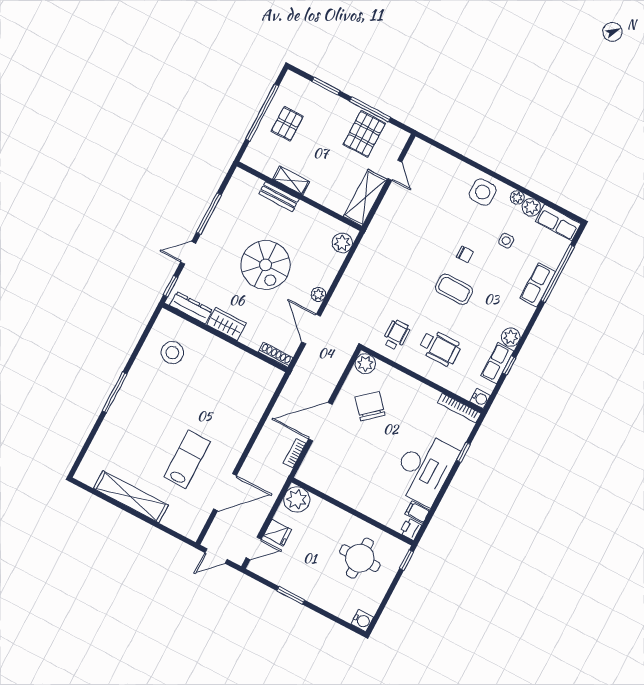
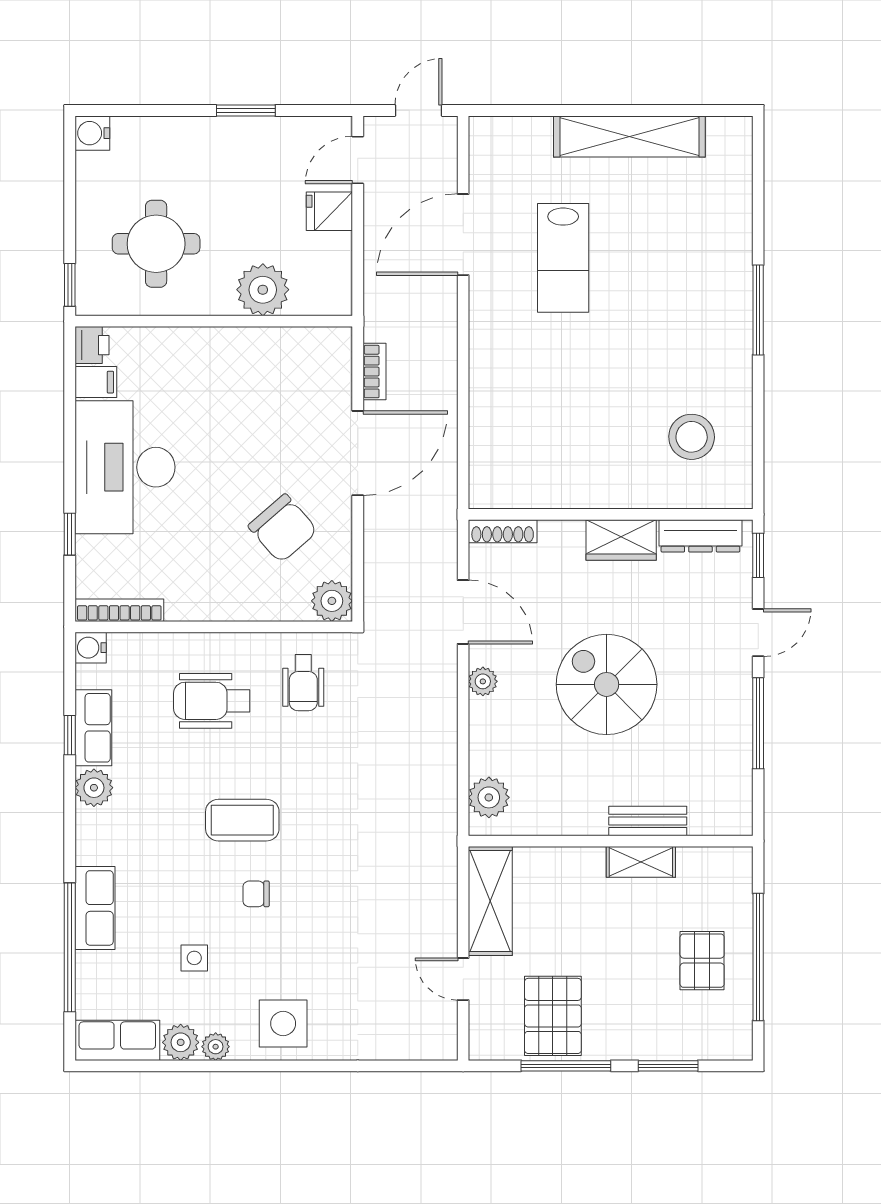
plant: (297, 499) -> (263, 290), moved

